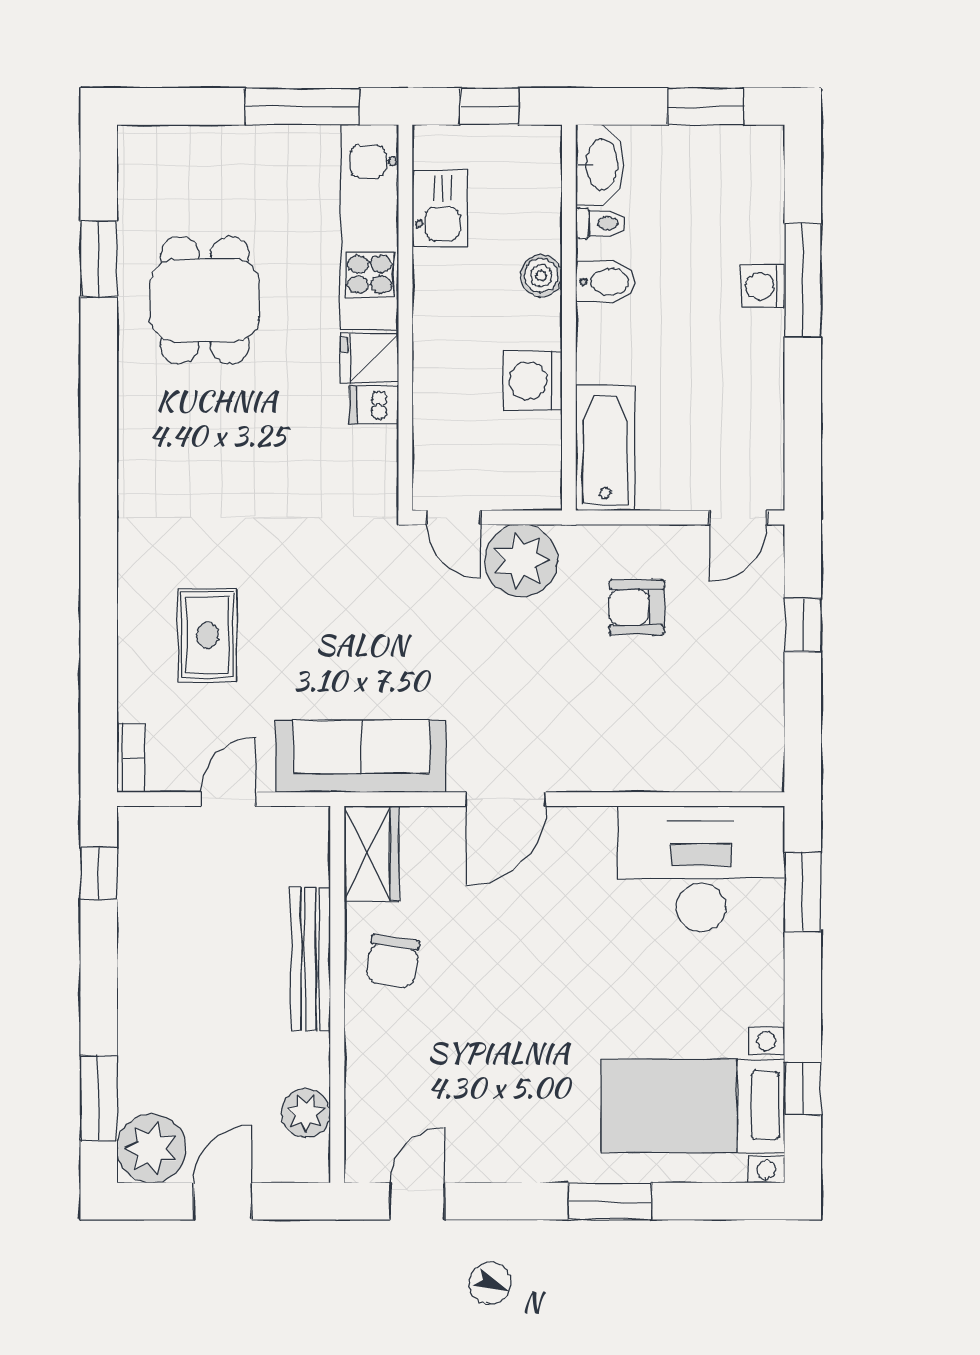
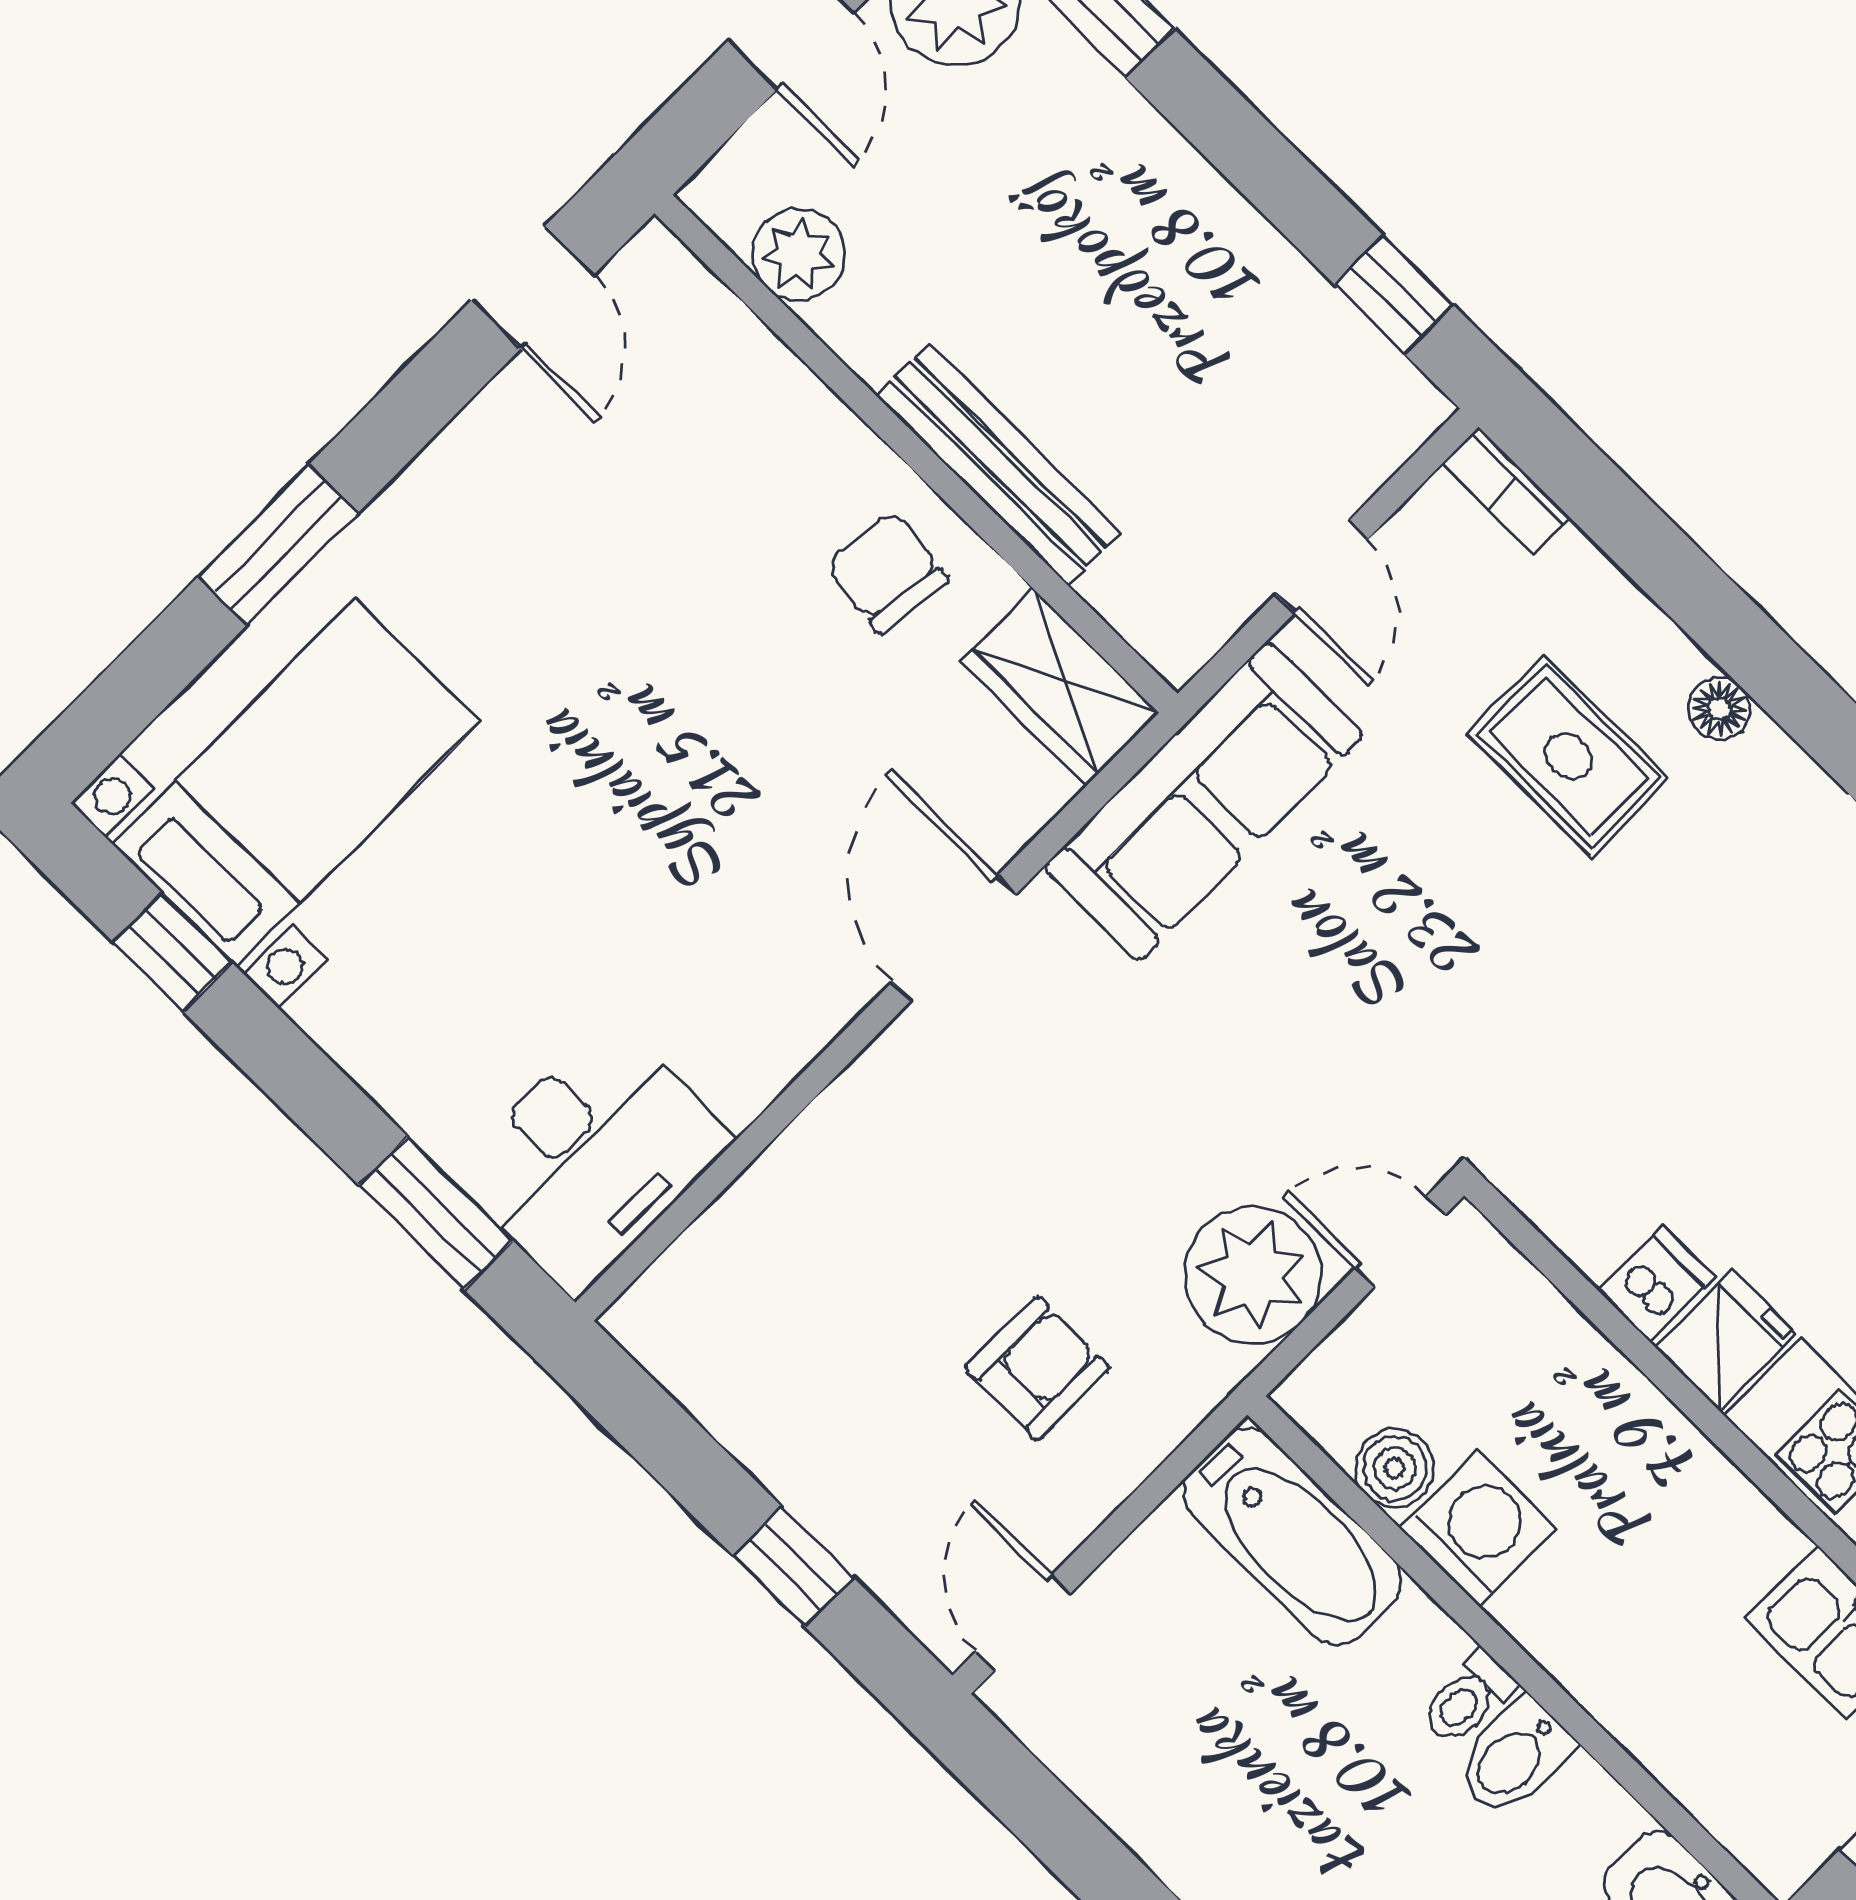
toilet: (601, 223) -> (1468, 1698), moved
boiler: (541, 276) -> (1395, 1468), moved
floor lamp: (133, 596) -> (1719, 708), added
desk: (701, 869) -> (592, 1157), width x0.73, depth x0.77

